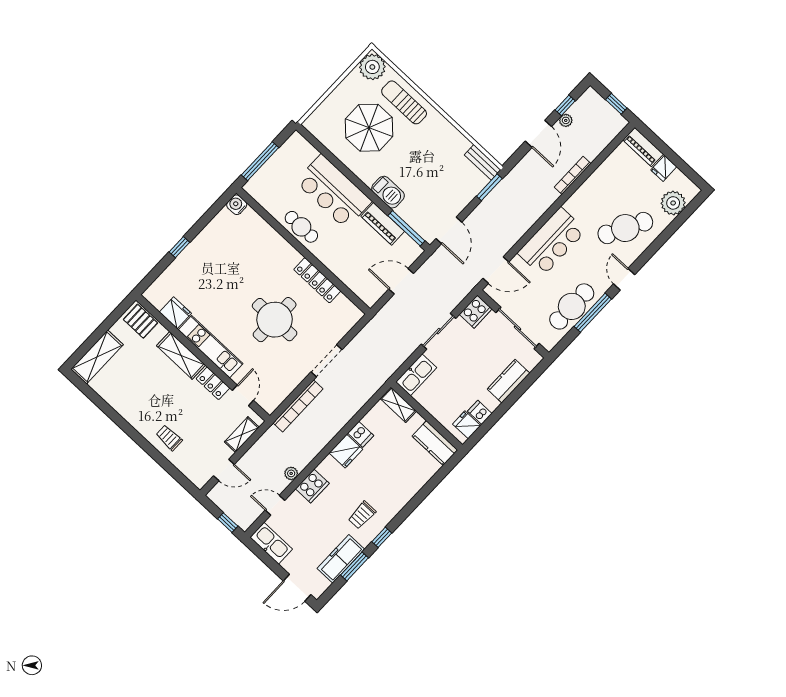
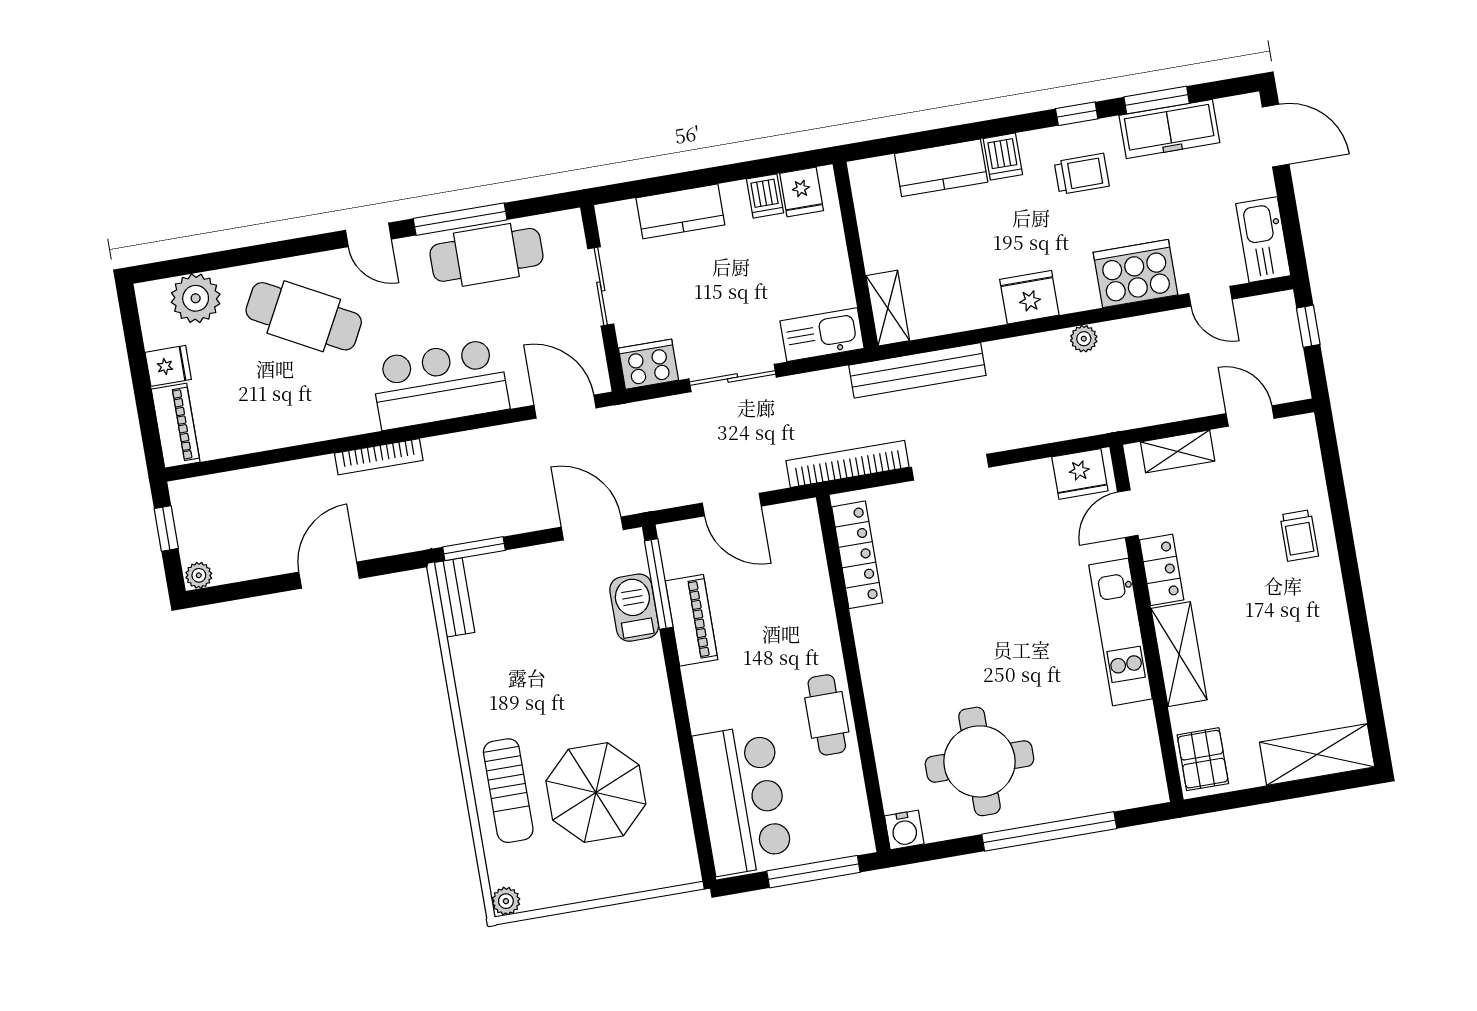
plant: (372, 67) -> (506, 901), width x0.53, depth x0.53
window: (565, 105) -> (251, 589), removed
plant: (566, 120) -> (199, 575), moved
bookcase: (573, 175) -> (379, 457), moved
bar counter: (334, 192) -> (743, 800), moved
barbecue: (388, 192) -> (634, 608), moved
door: (449, 230) -> (592, 528), hinge flipped
window: (179, 247) -> (1049, 831), width x3.17
door: (624, 279) -> (368, 235), hinge flipped
locker: (317, 280) -> (857, 555), moved
fridge: (175, 313) -> (1080, 474), moved, turned -90
round table: (275, 320) -> (979, 761), moved
sliding door: (517, 328) -> (601, 286), width x0.73
bench: (368, 389) -> (917, 370), added
bookcase: (298, 406) -> (848, 464), moved
dishwasher: (361, 434) -> (1003, 157), moved, turned 180
kitchen counter: (435, 443) -> (941, 168), moved, turned 90
plant: (291, 473) -> (1084, 339), moved
cooker: (312, 486) -> (1135, 274), width x1.37, depth x1.31

